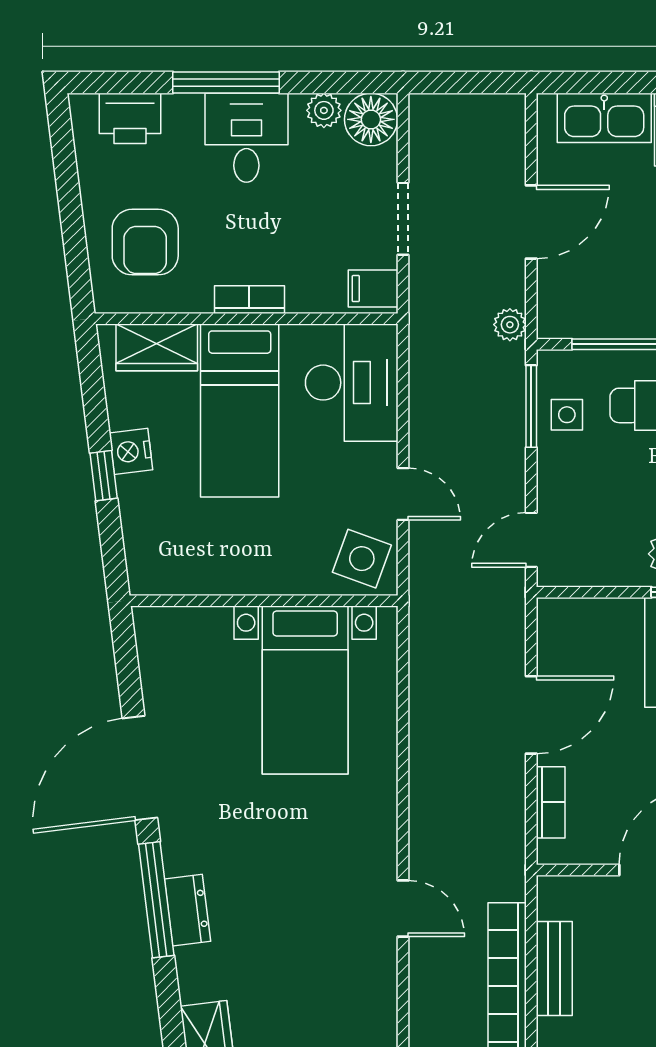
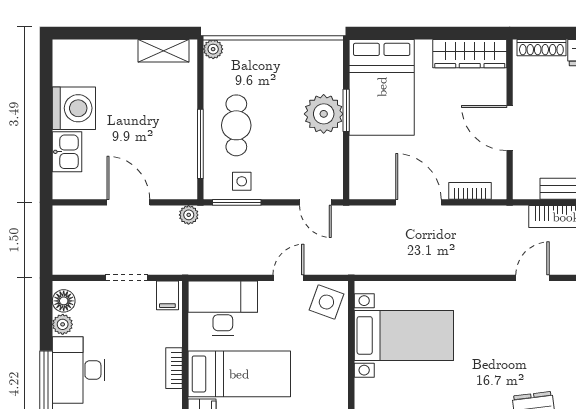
kitchen sink: (604, 118) -> (67, 152), width x0.73
floor lamp: (371, 119) -> (64, 301), width x0.73, depth x0.73
desk: (246, 138) -> (79, 370), width x1.37

